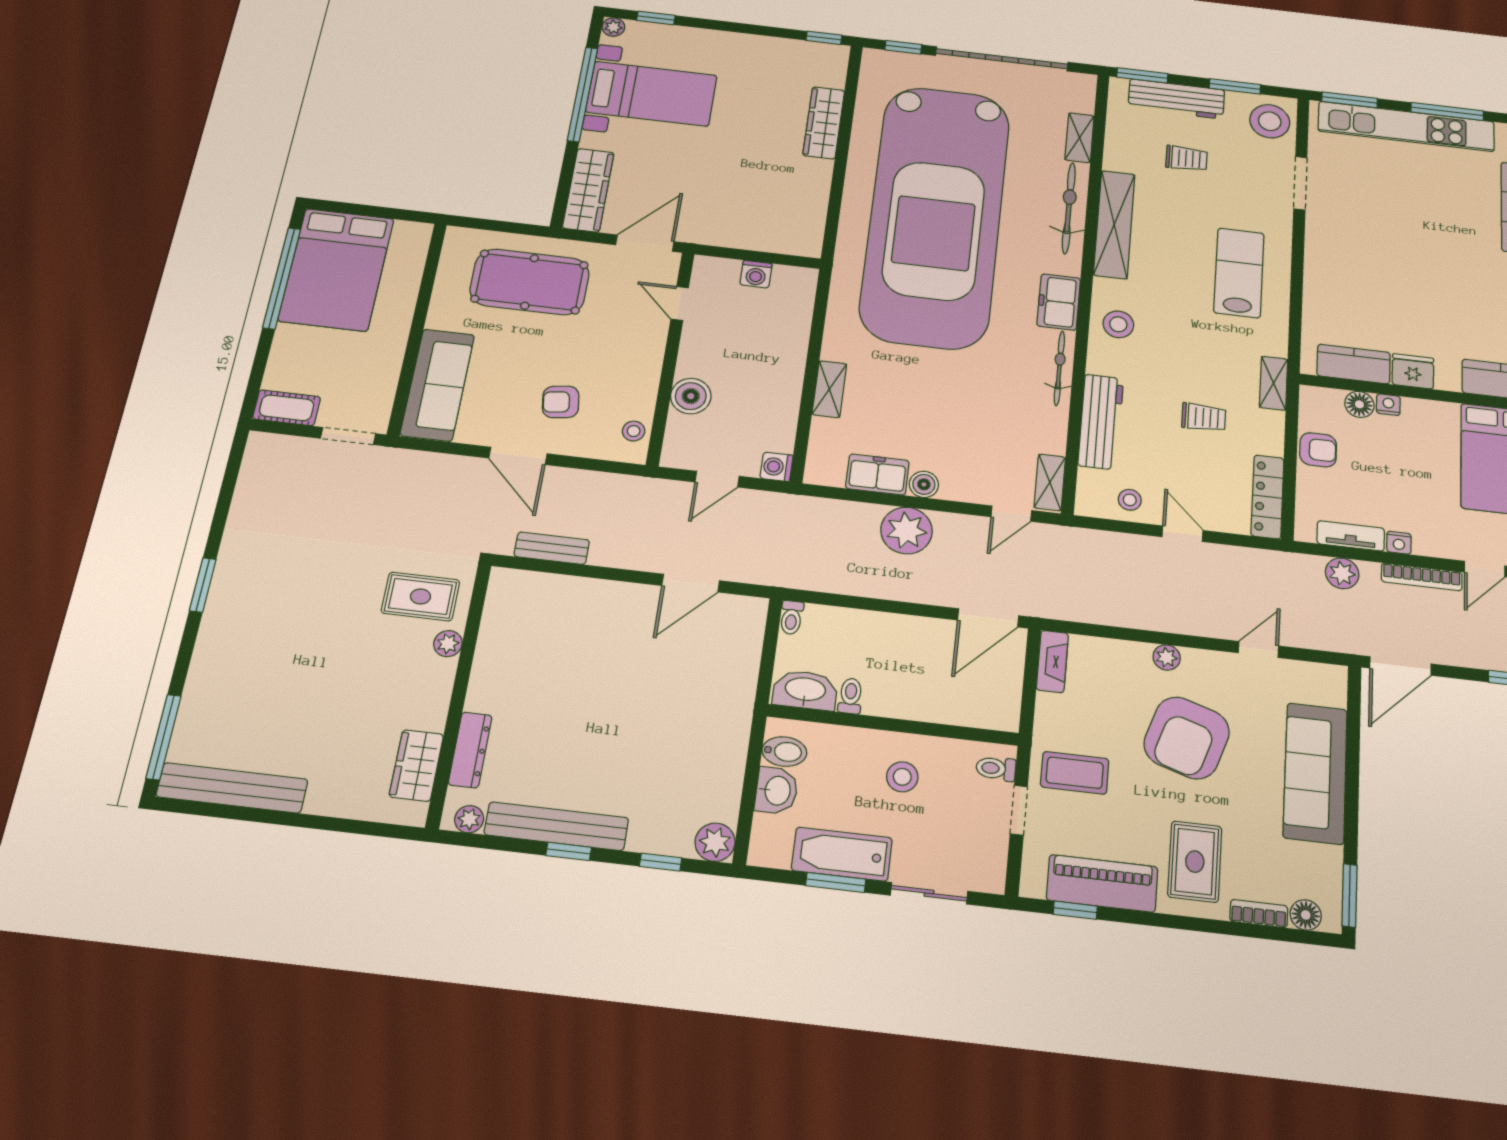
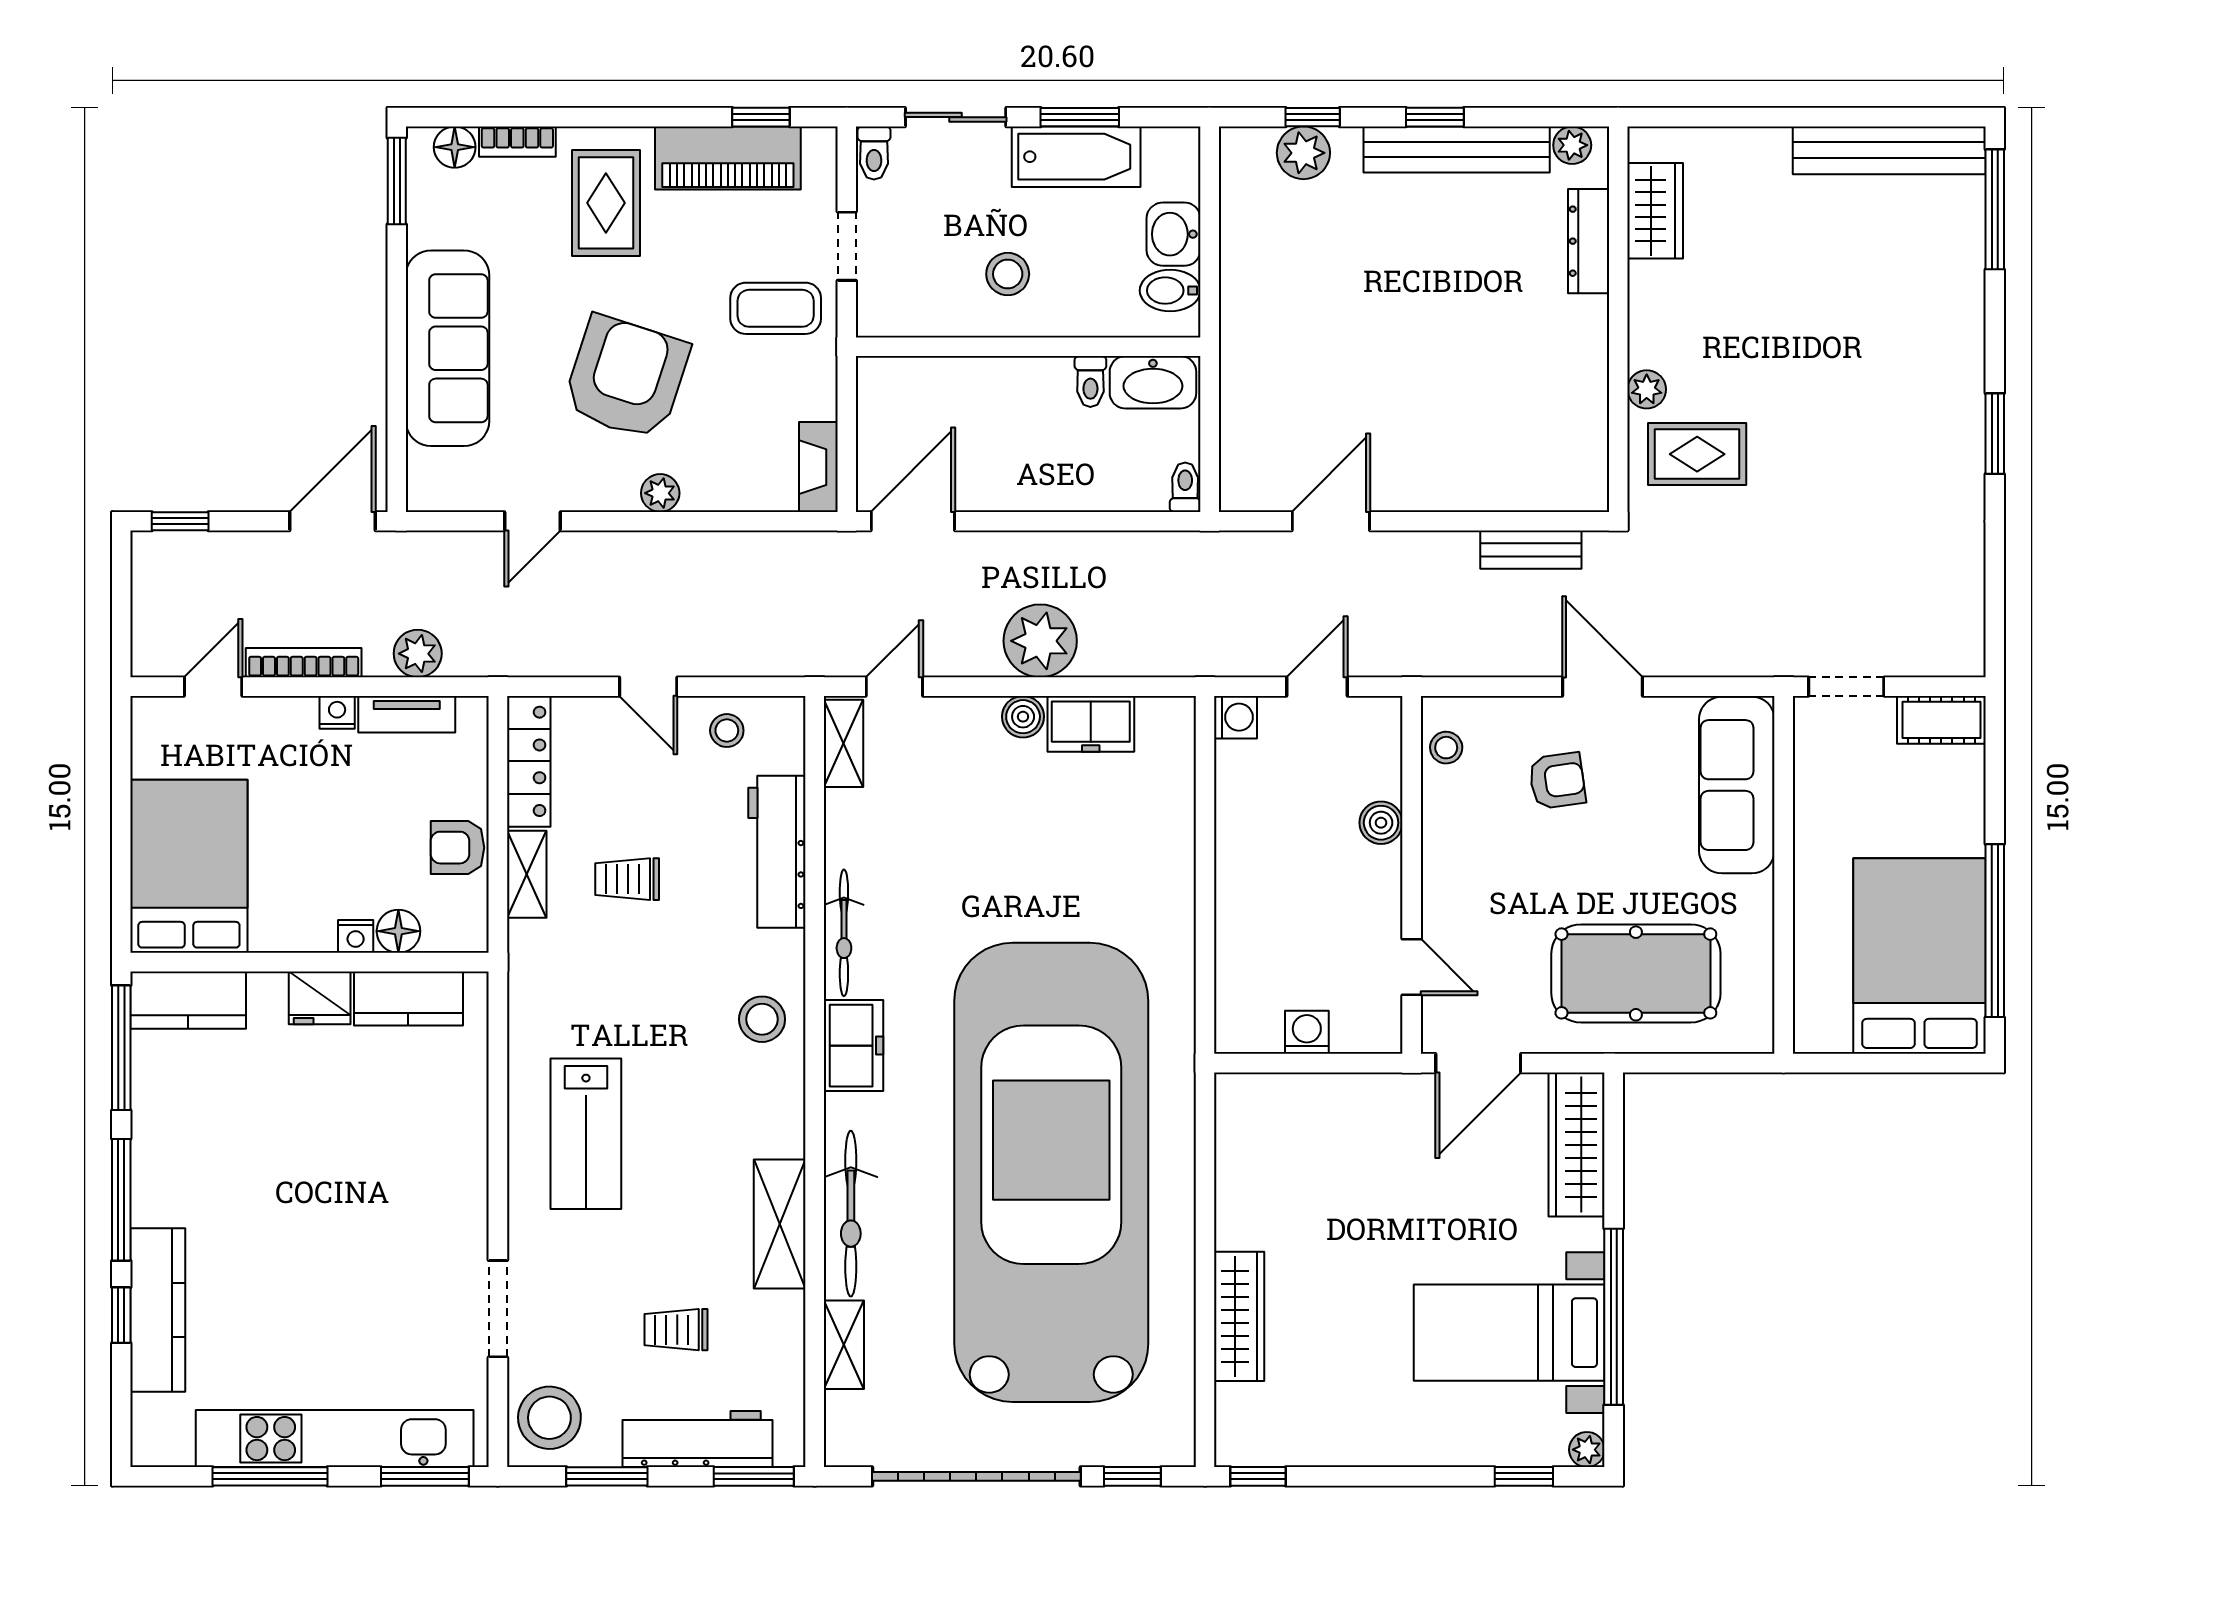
shelving: (1114, 224) -> (780, 1224), width x0.68
shelving: (1274, 383) -> (527, 874), moved
shelving: (829, 389) -> (1175, 853), removed
boiler: (691, 396) -> (1381, 823), width x0.73, depth x0.73
toilet: (996, 769) -> (874, 153), moved, turned 90
plant: (715, 842) -> (1303, 153), moved

